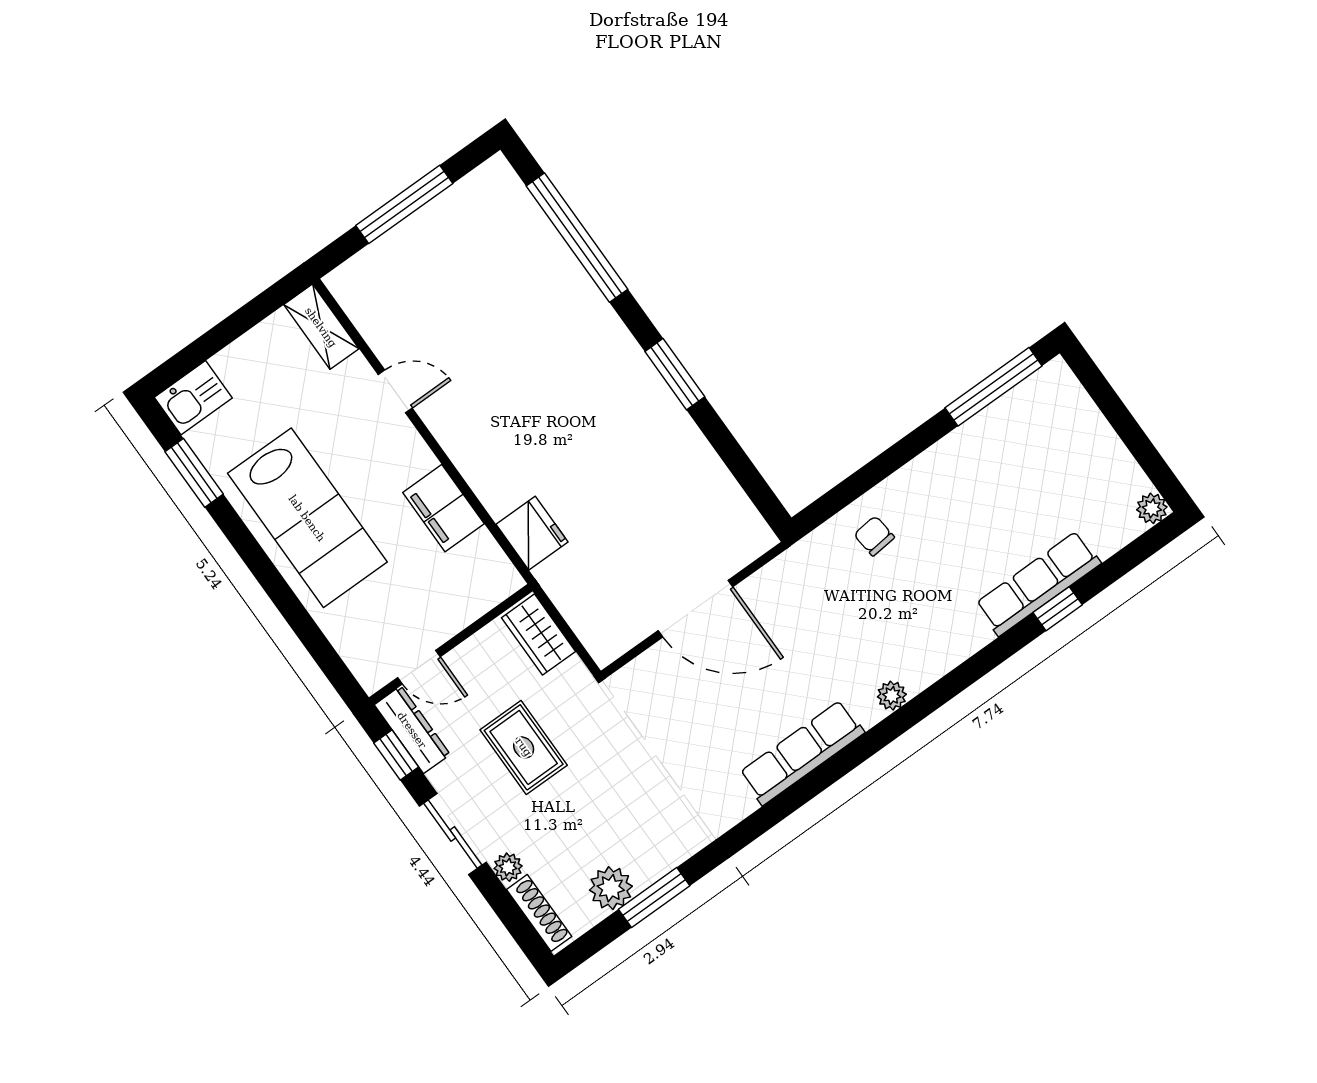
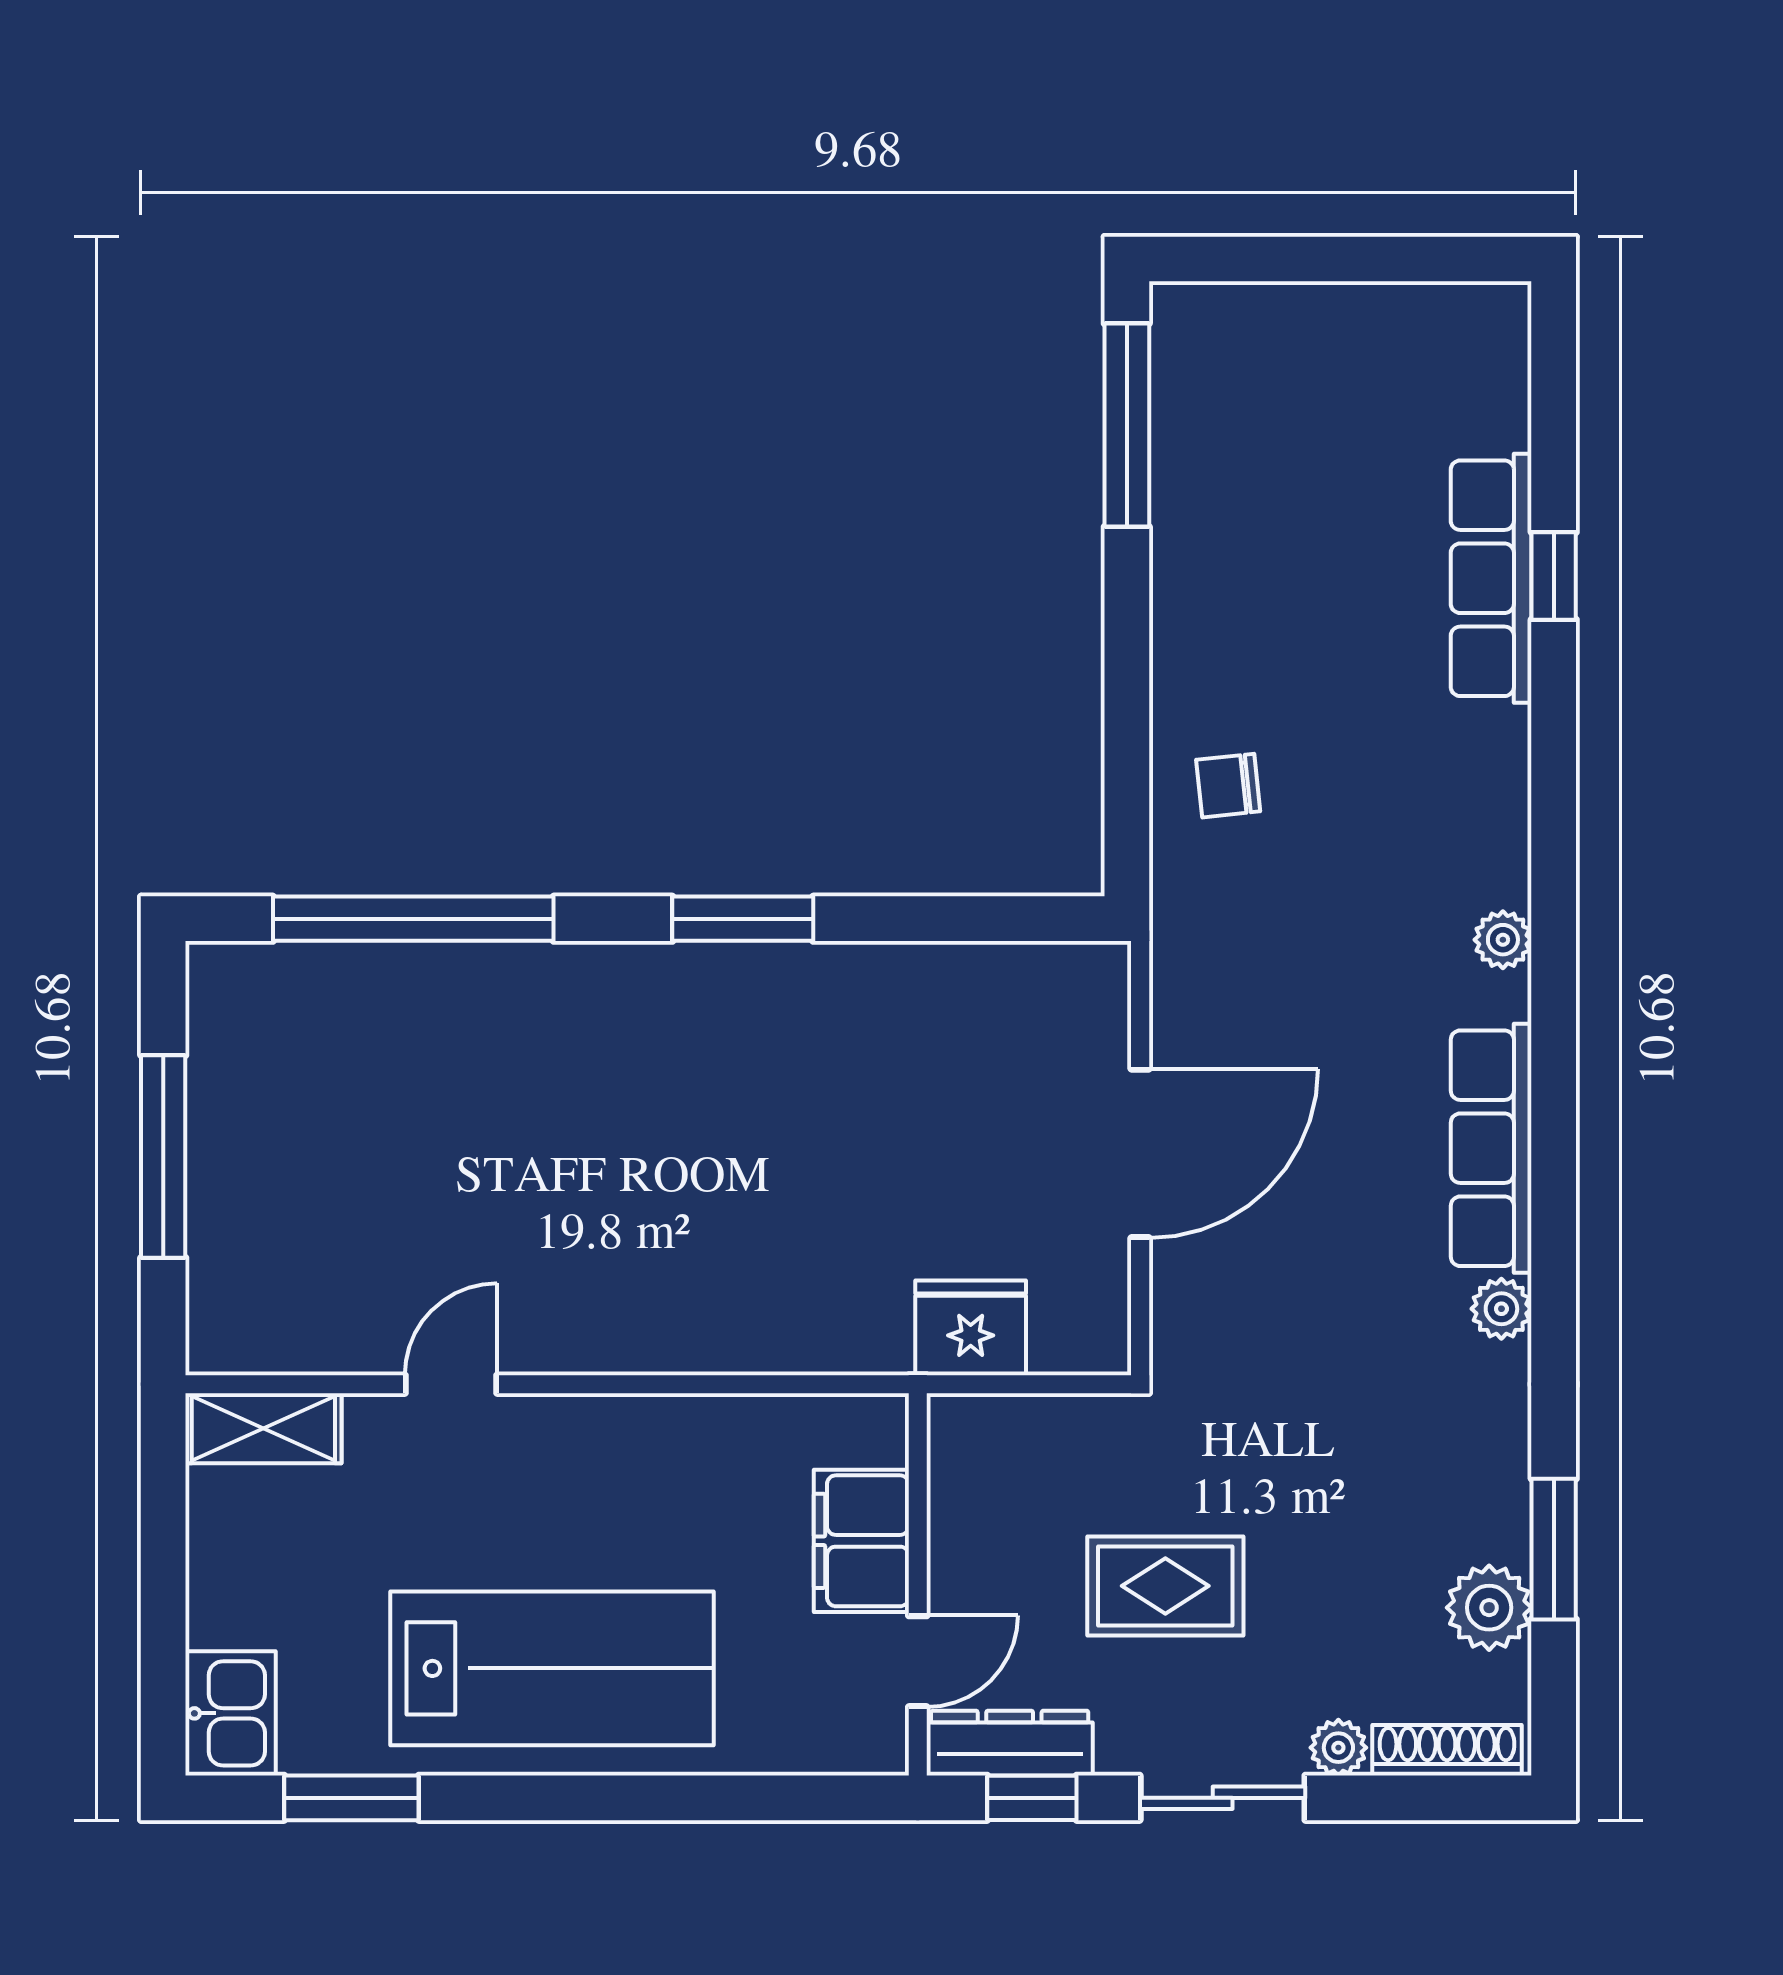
filing cabinet: (443, 508) -> (861, 1541), moved, turned 90
plant: (1152, 508) -> (1501, 1309), moved
fridge: (532, 533) -> (971, 1328), moved
wardrobe: (539, 635) -> (1002, 1433), removed

